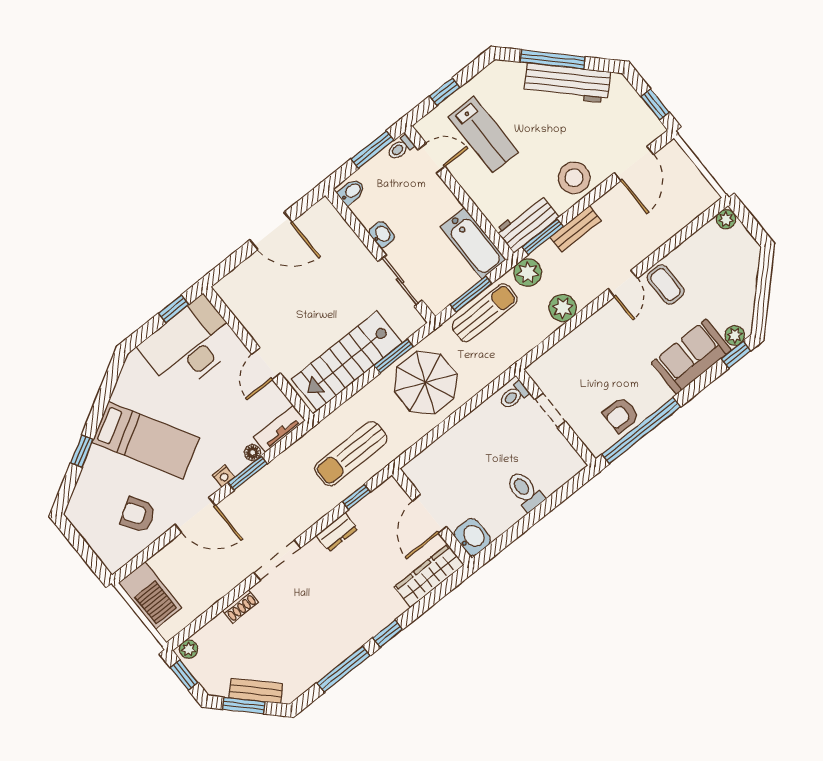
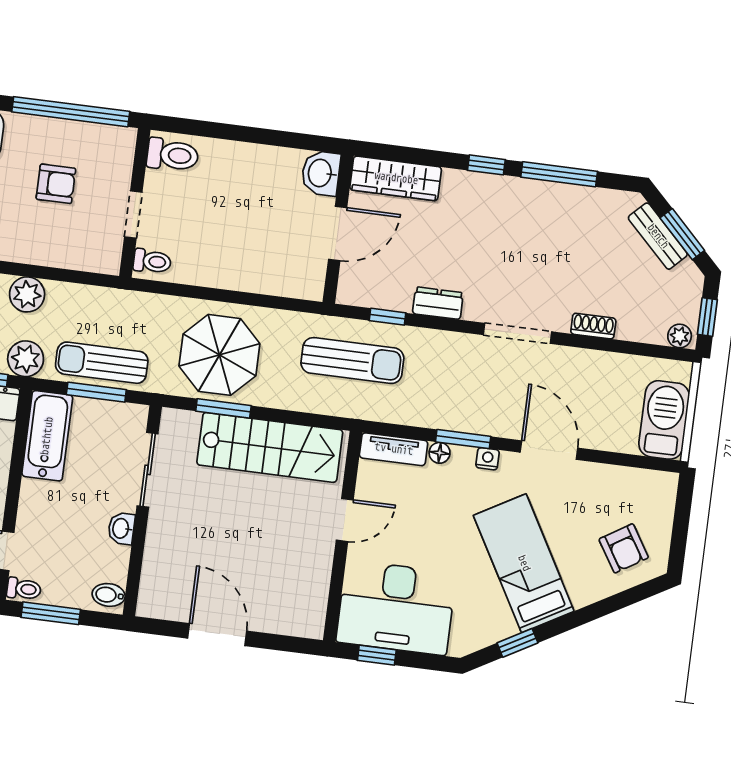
armchair: (621, 415) -> (56, 184), moved
window: (82, 451) -> (517, 643), moved
toilet: (525, 491) -> (173, 155), moved, turned -90
armchair: (138, 515) -> (624, 548), moved

